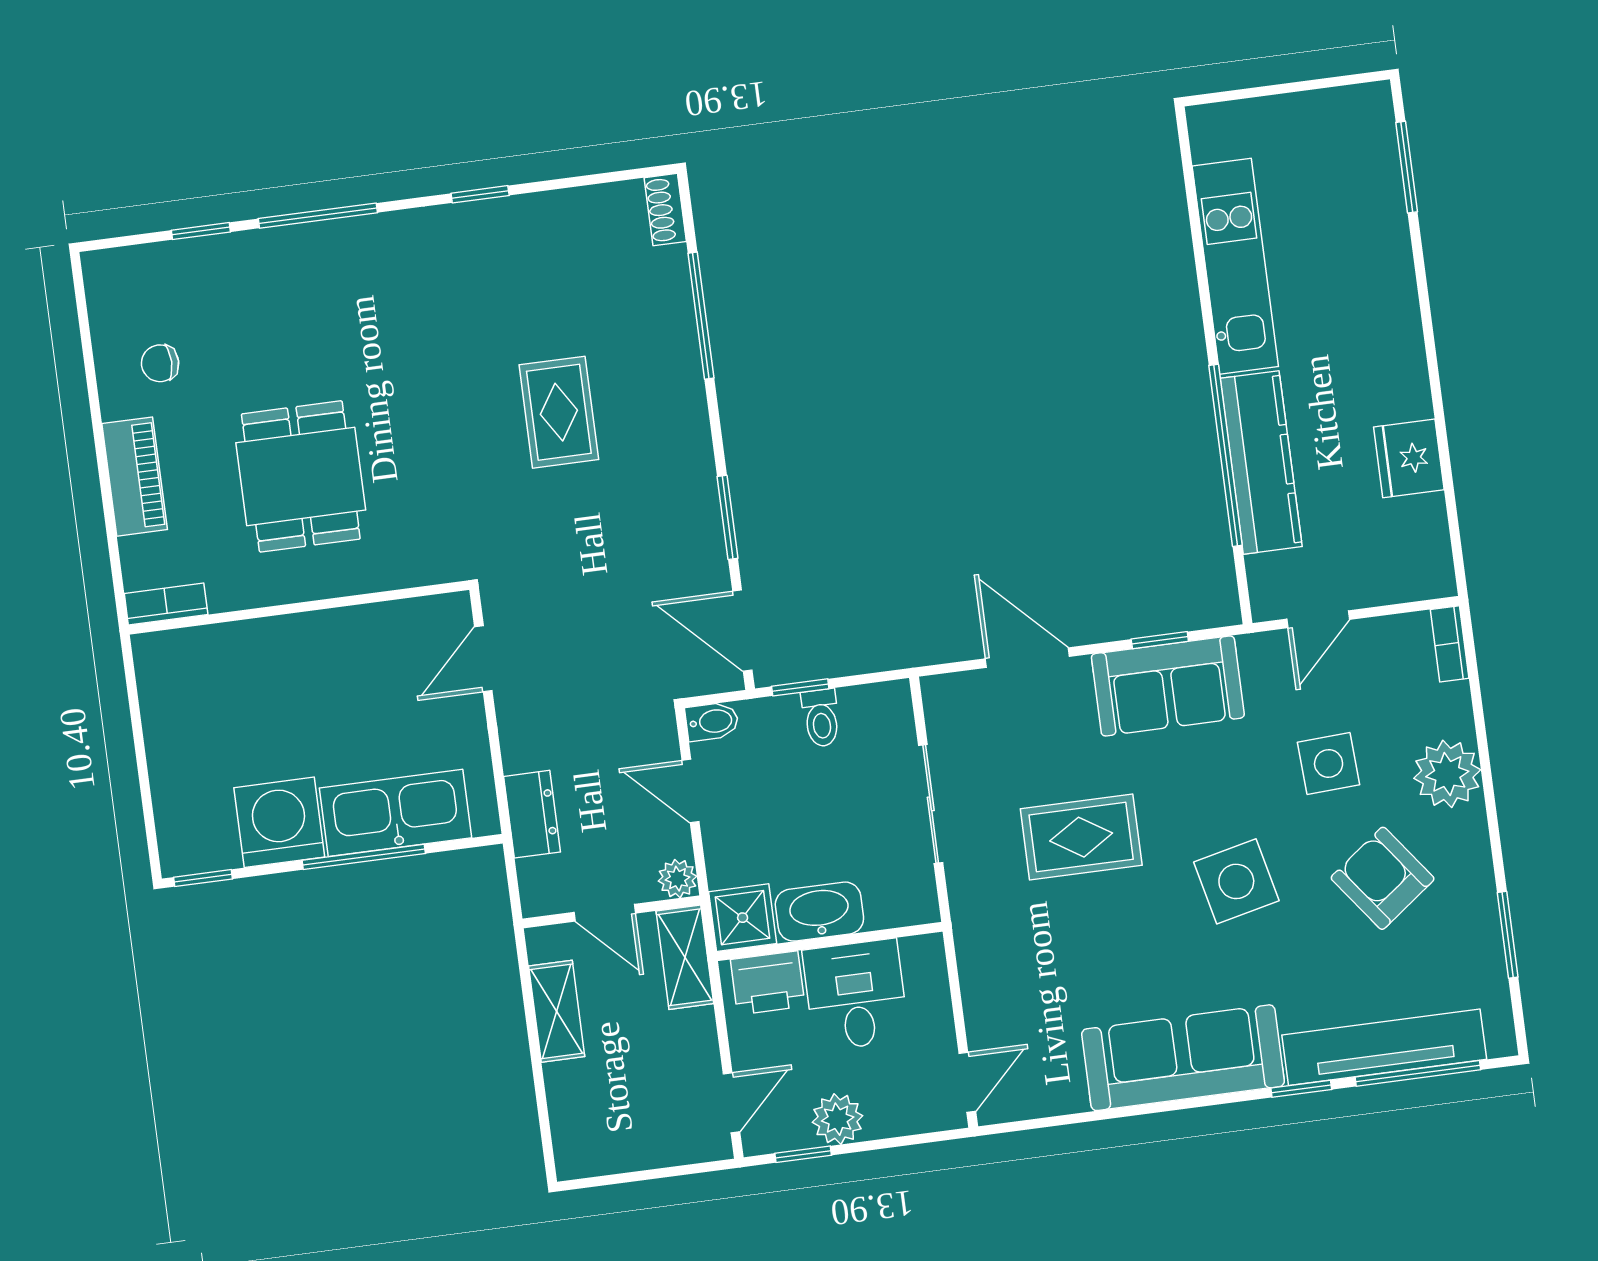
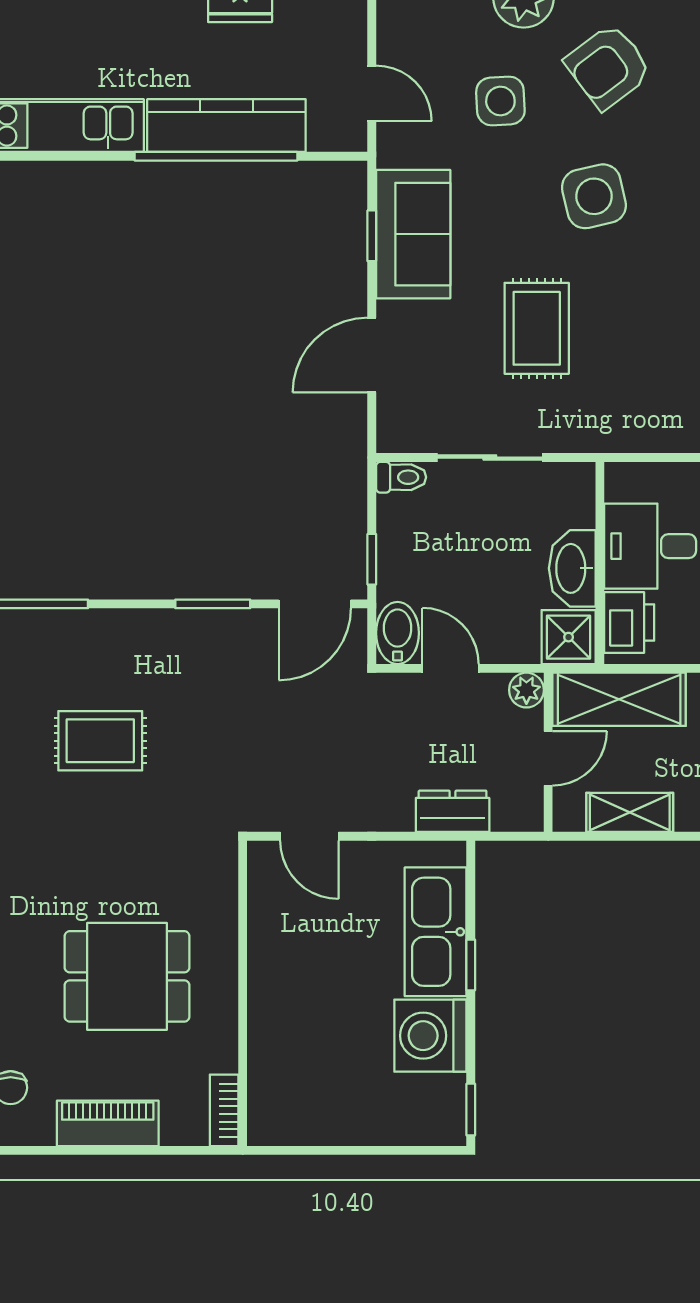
toilet: (821, 718) -> (401, 477), moved
bidet: (712, 722) -> (398, 633), width x1.38, depth x1.36
door: (691, 791) -> (450, 668), swing flipped
window: (364, 857) -> (471, 965), width x0.46
shelving: (685, 957) -> (619, 699), width x1.50, depth x1.33

